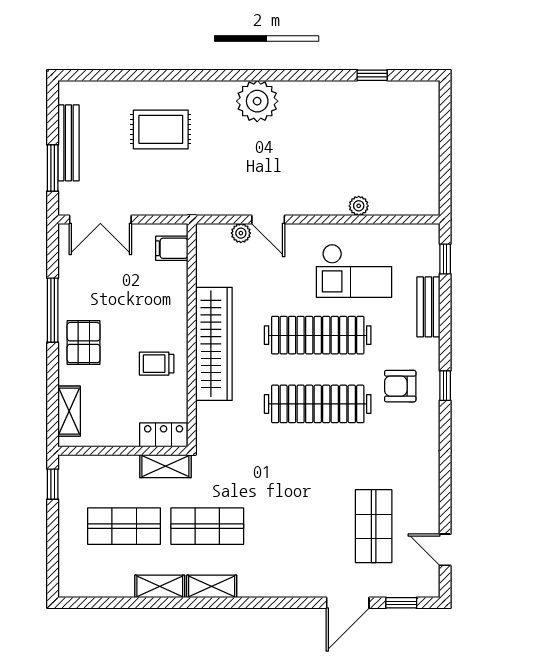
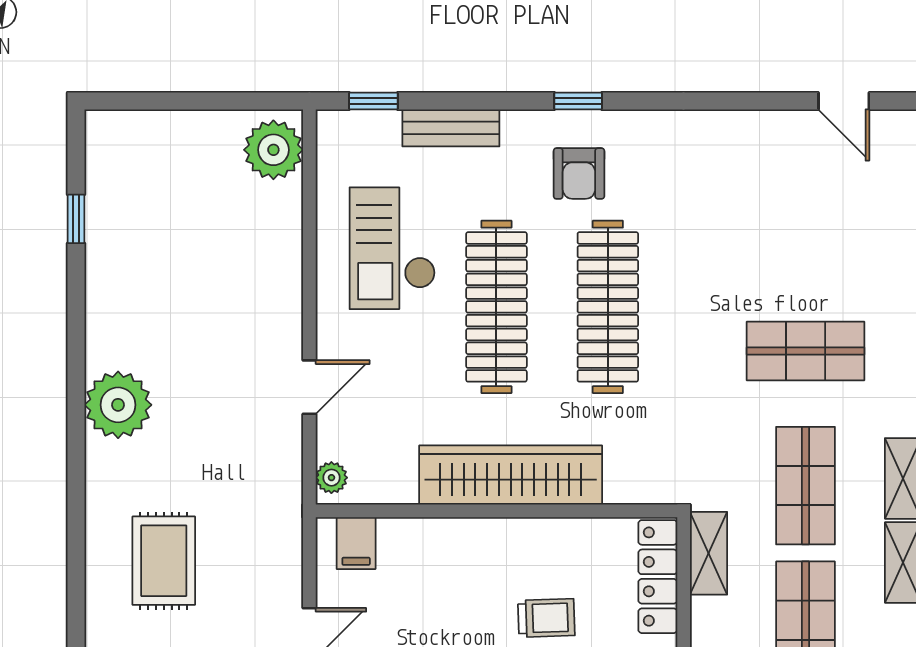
plant: (359, 206) -> (273, 150), moved, width x1.88, depth x1.88
plant: (241, 233) -> (331, 478), moved
checkout: (354, 271) -> (392, 248), turned 180
trolley: (157, 364) -> (546, 618), moved, turned -92
locker: (164, 435) -> (658, 577), width x1.53
shop shelf: (374, 526) -> (805, 351), moved
door: (445, 550) -> (844, 101), hinge flipped

